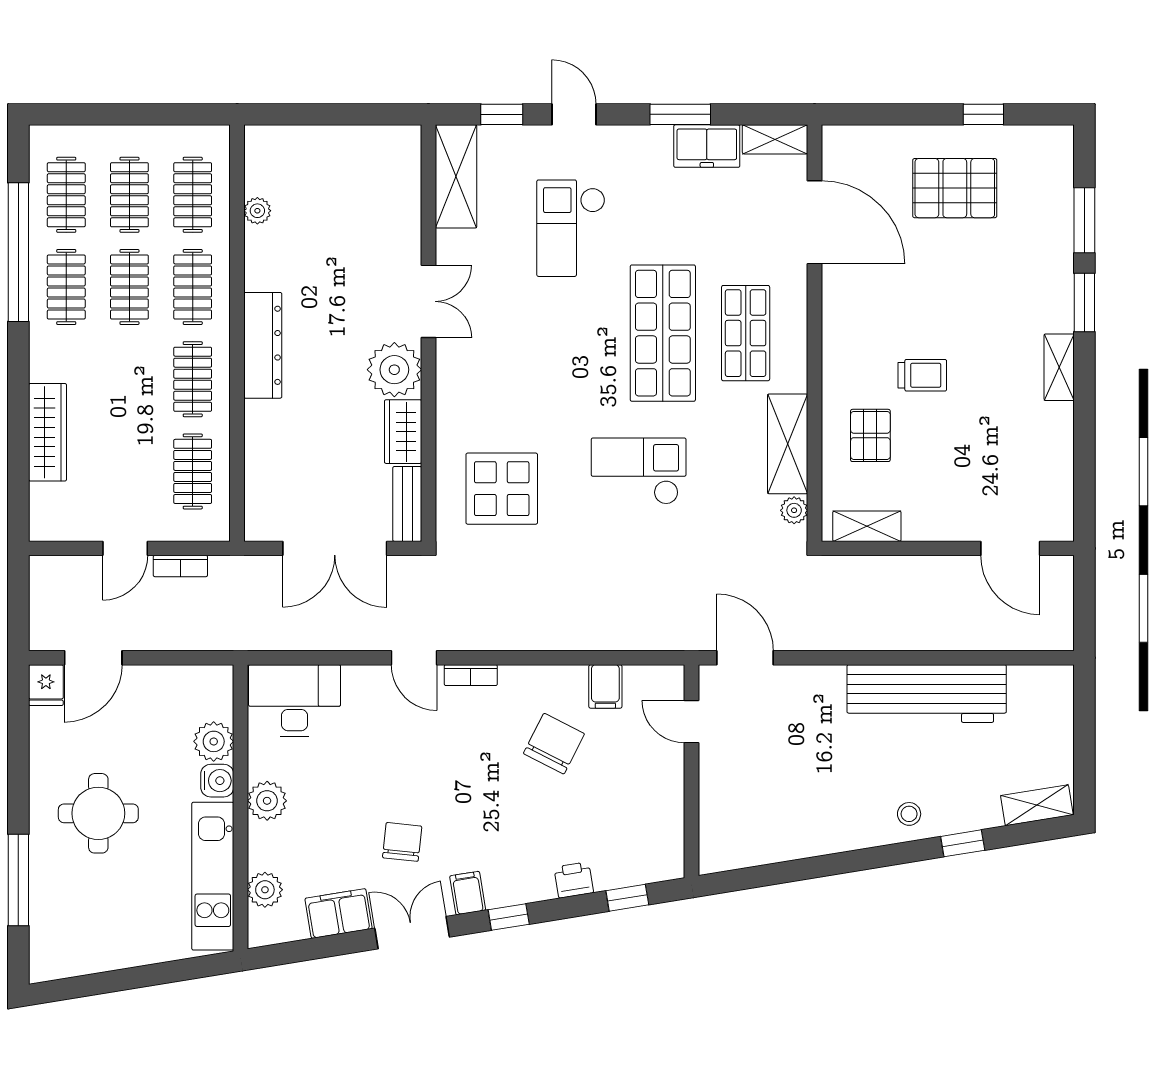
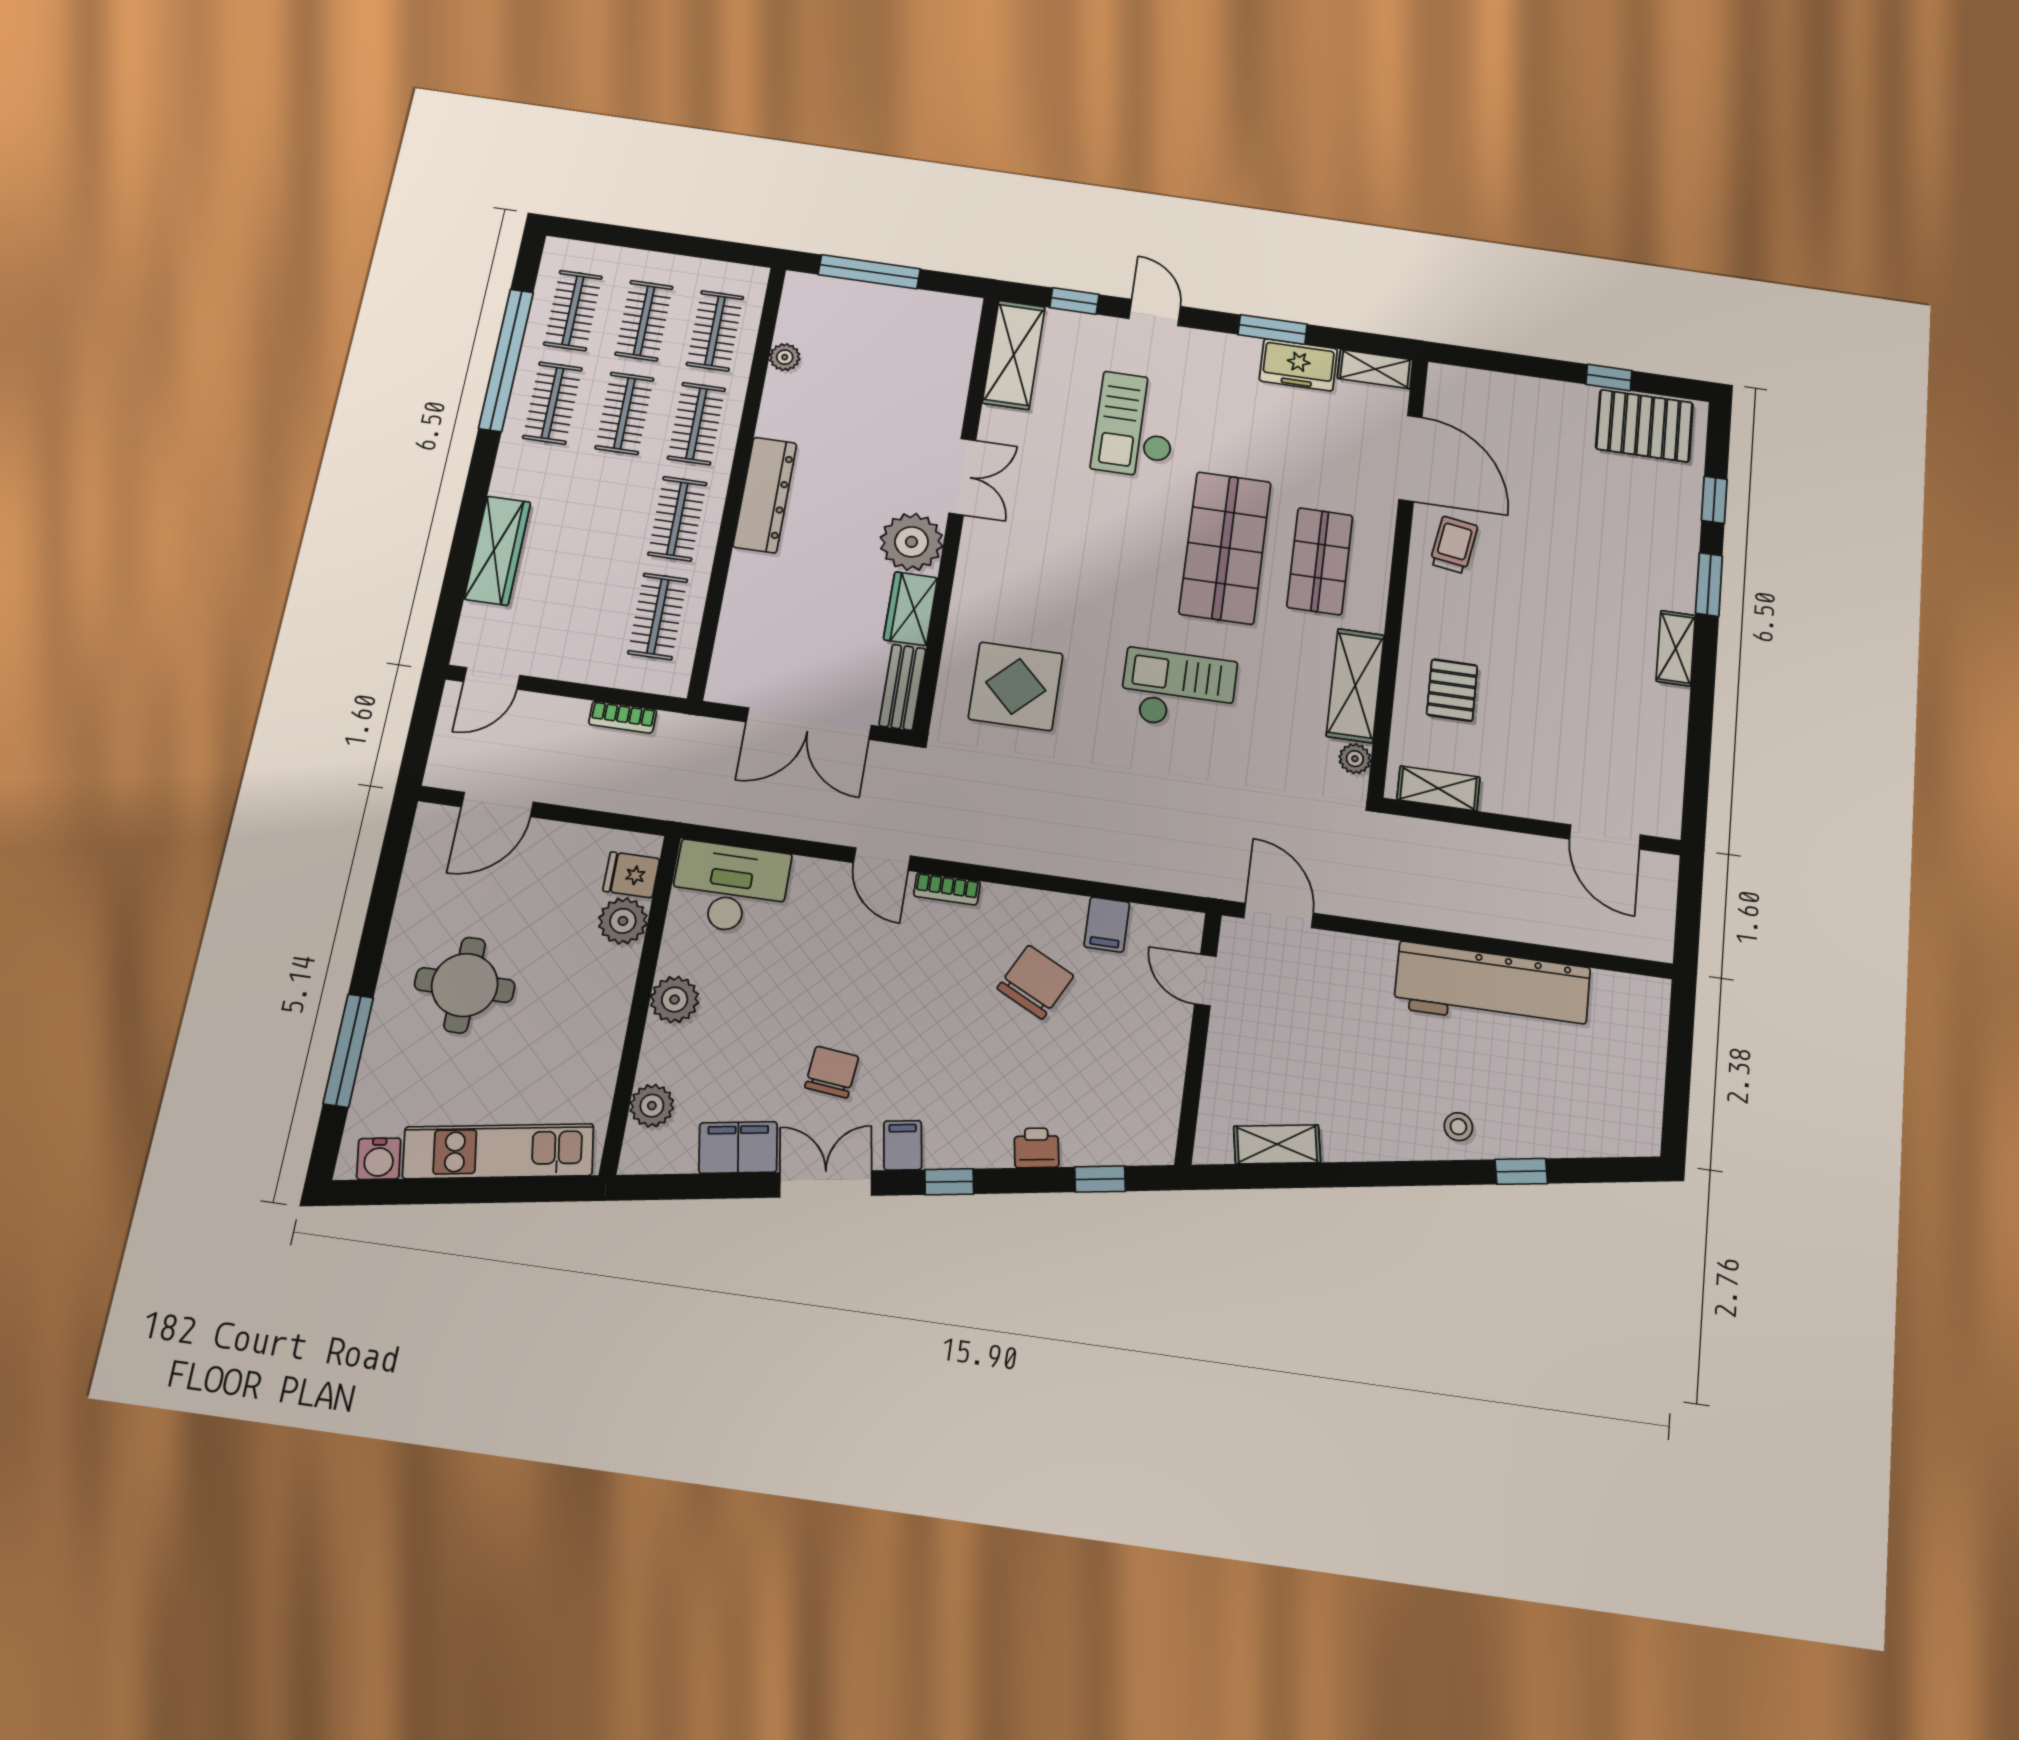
window: (317, 114) -> (869, 272), added
pallet: (955, 188) -> (1644, 426), moved
window: (1084, 220) -> (1714, 500), width x0.67
trolley: (922, 375) -> (1454, 545), moved, turned -81
door: (125, 548) -> (492, 678), moved
fridge: (46, 685) -> (631, 875), moved, turned 90
water cooler: (217, 781) -> (379, 1159), moved, turned 81
shelving: (1037, 805) -> (1277, 1144), moved
kitchen unit: (213, 876) -> (498, 1151), moved, turned 81

